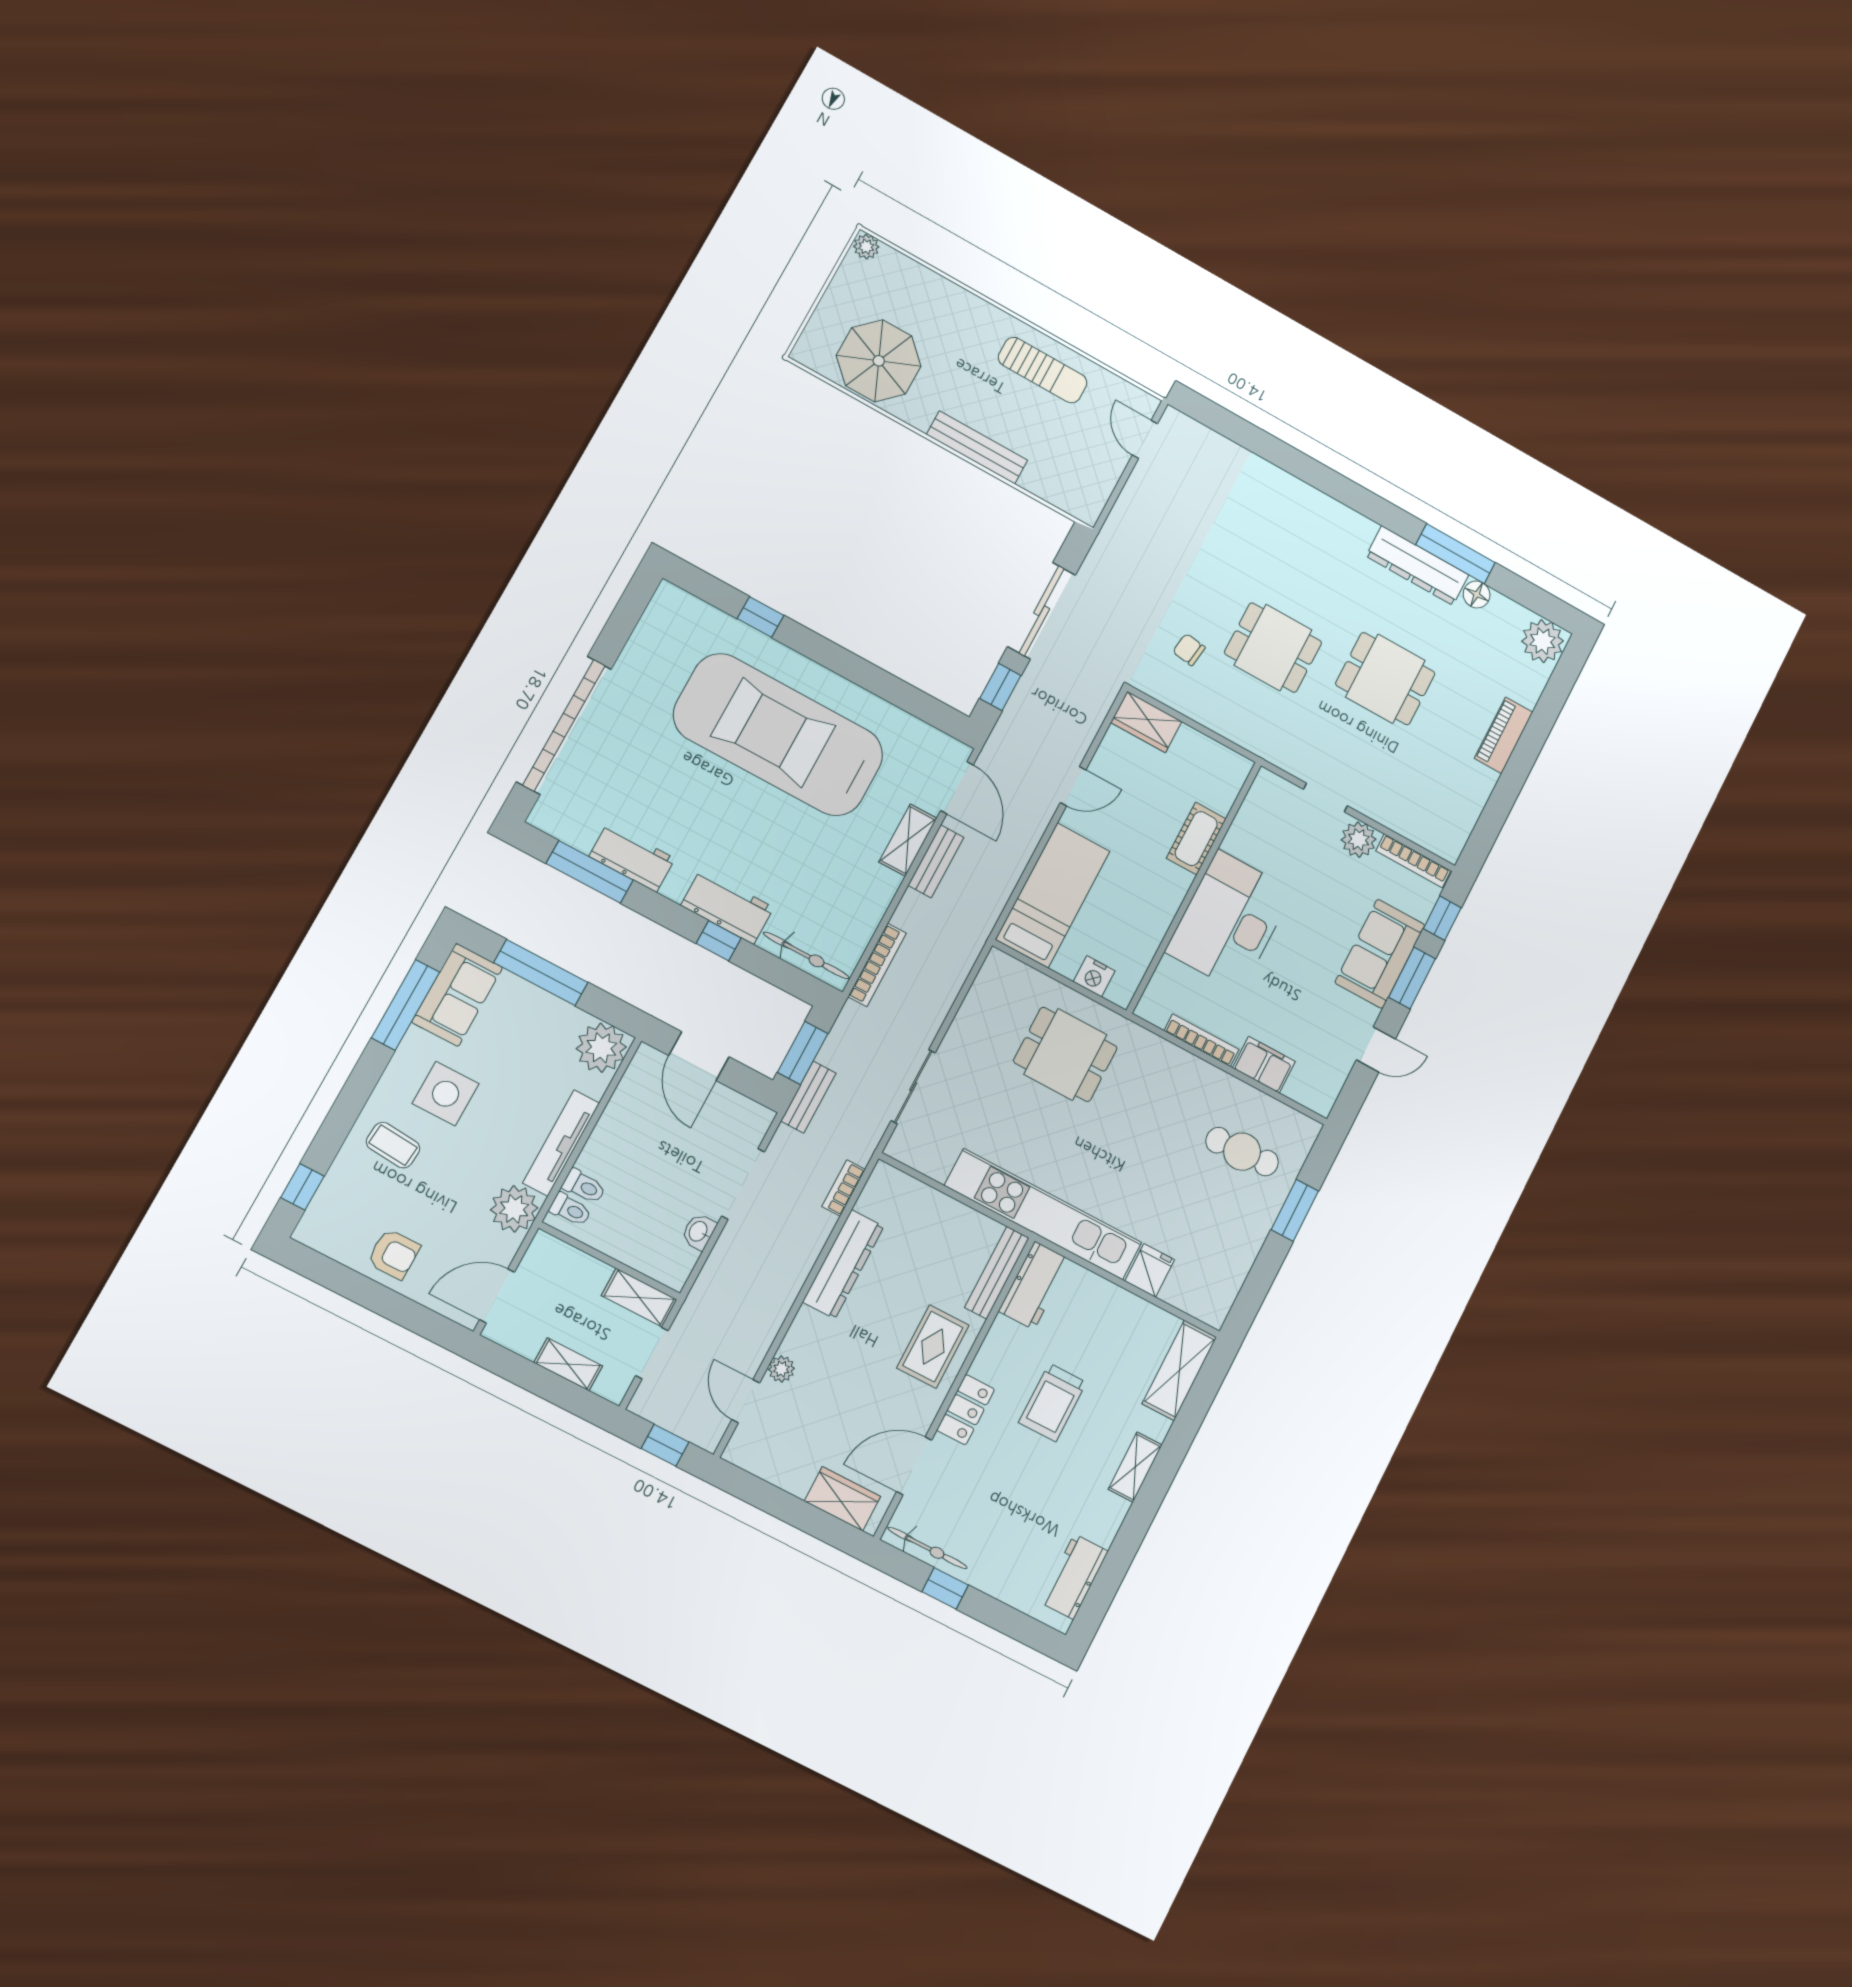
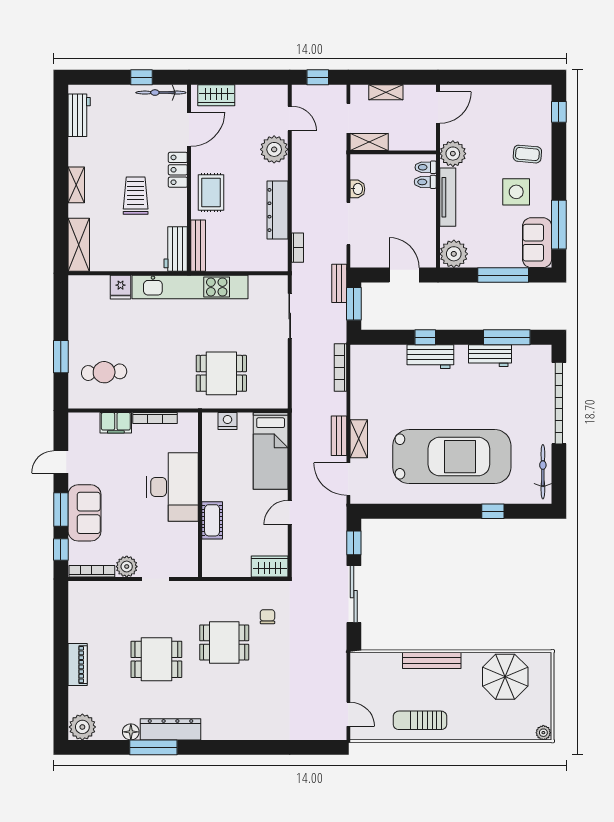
chair: (1189, 650) -> (267, 617), turned -98
bicycle: (806, 955) -> (543, 472), moved, turned 90
armchair: (394, 1254) -> (498, 102), removed
plant: (781, 1369) -> (274, 149), width x1.88, depth x1.88

